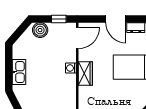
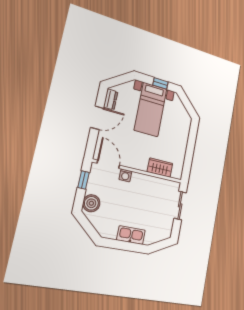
washing machine: (71, 68) -> (125, 175), moved
wardrobe: (85, 73) -> (160, 168), moved

